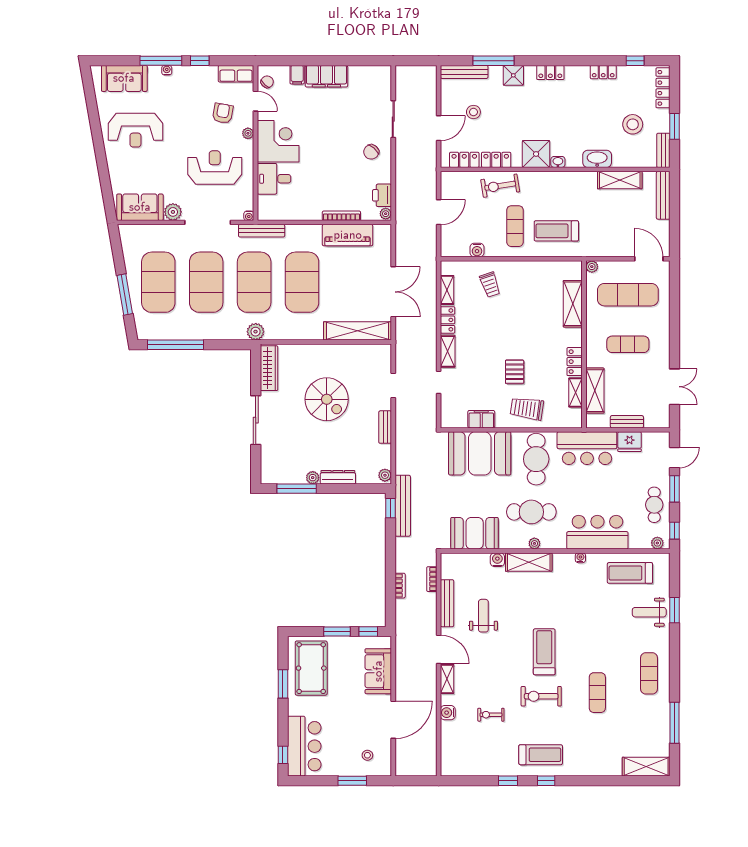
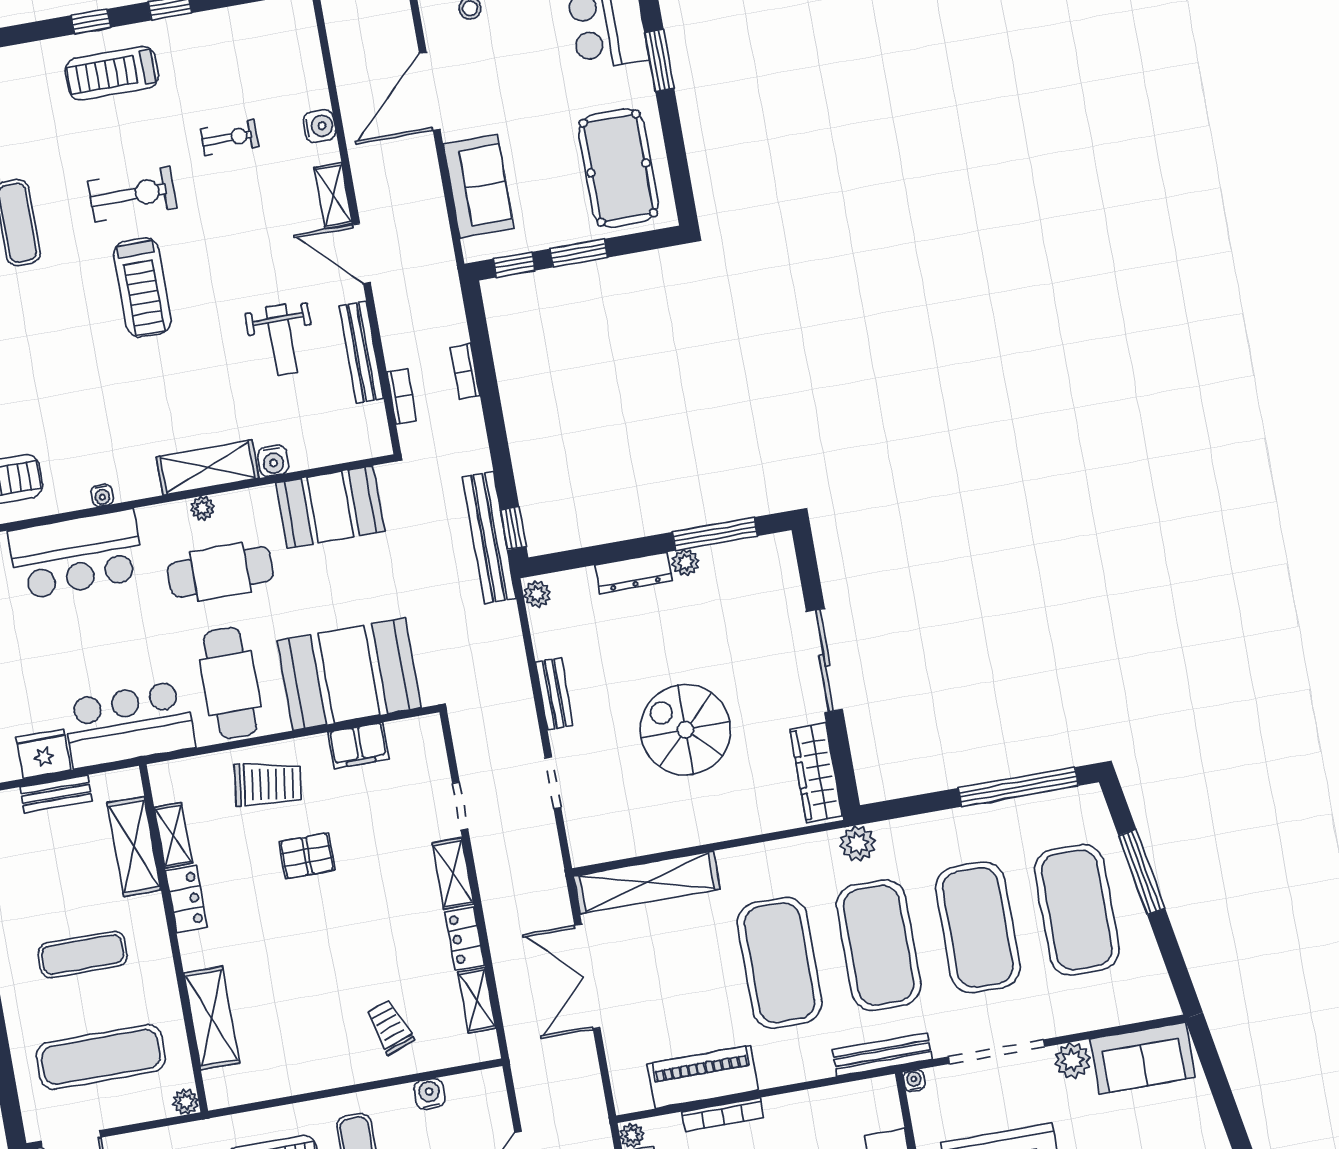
pallet: (515, 372) -> (307, 856), turned 90
window: (283, 684) -> (659, 61), moved

